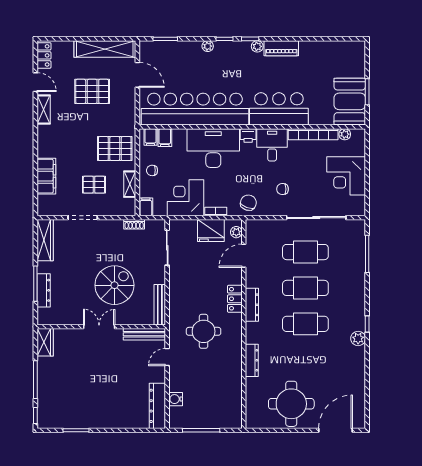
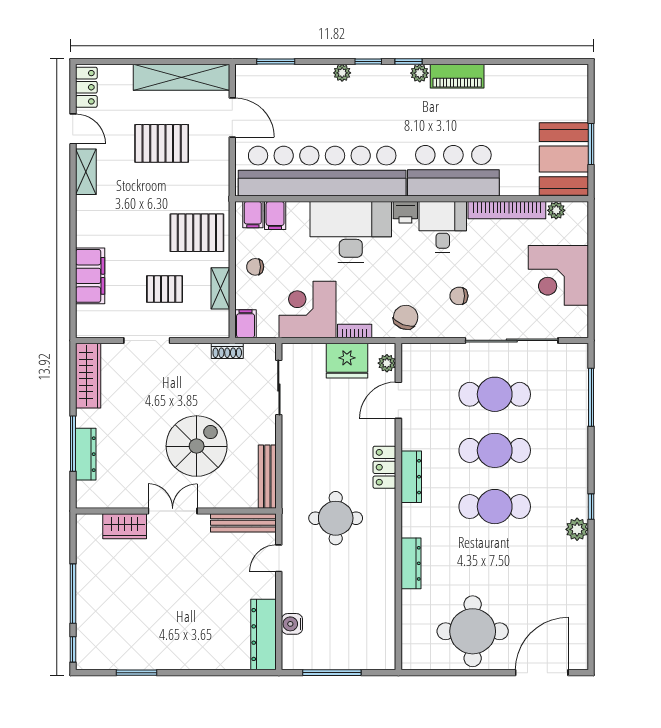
wardrobe: (45, 342) -> (125, 526), moved, turned 90

